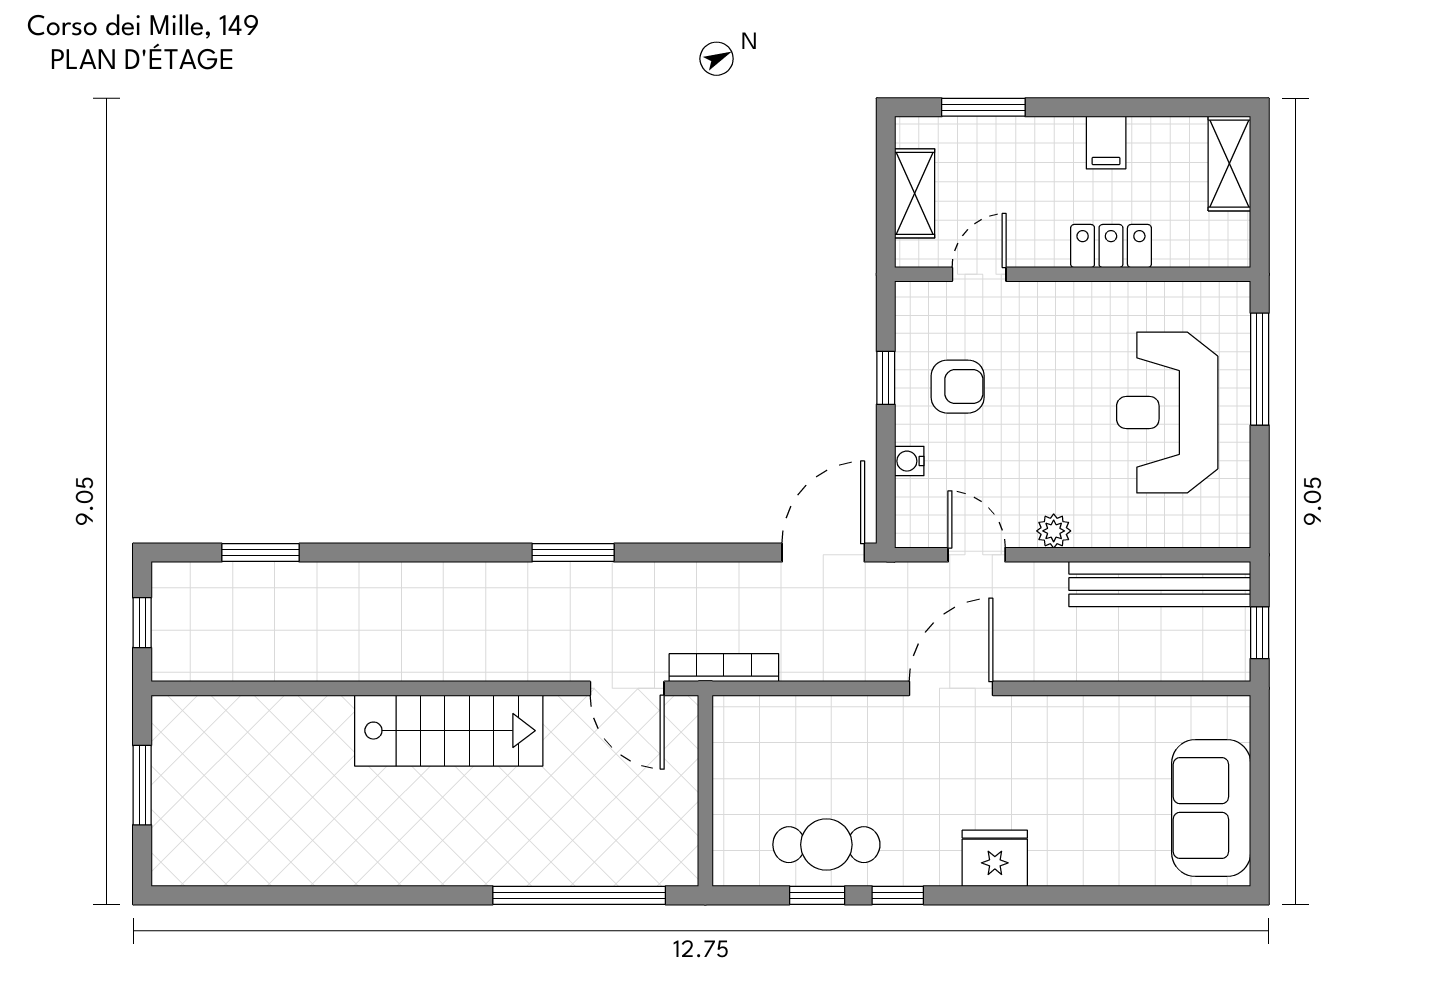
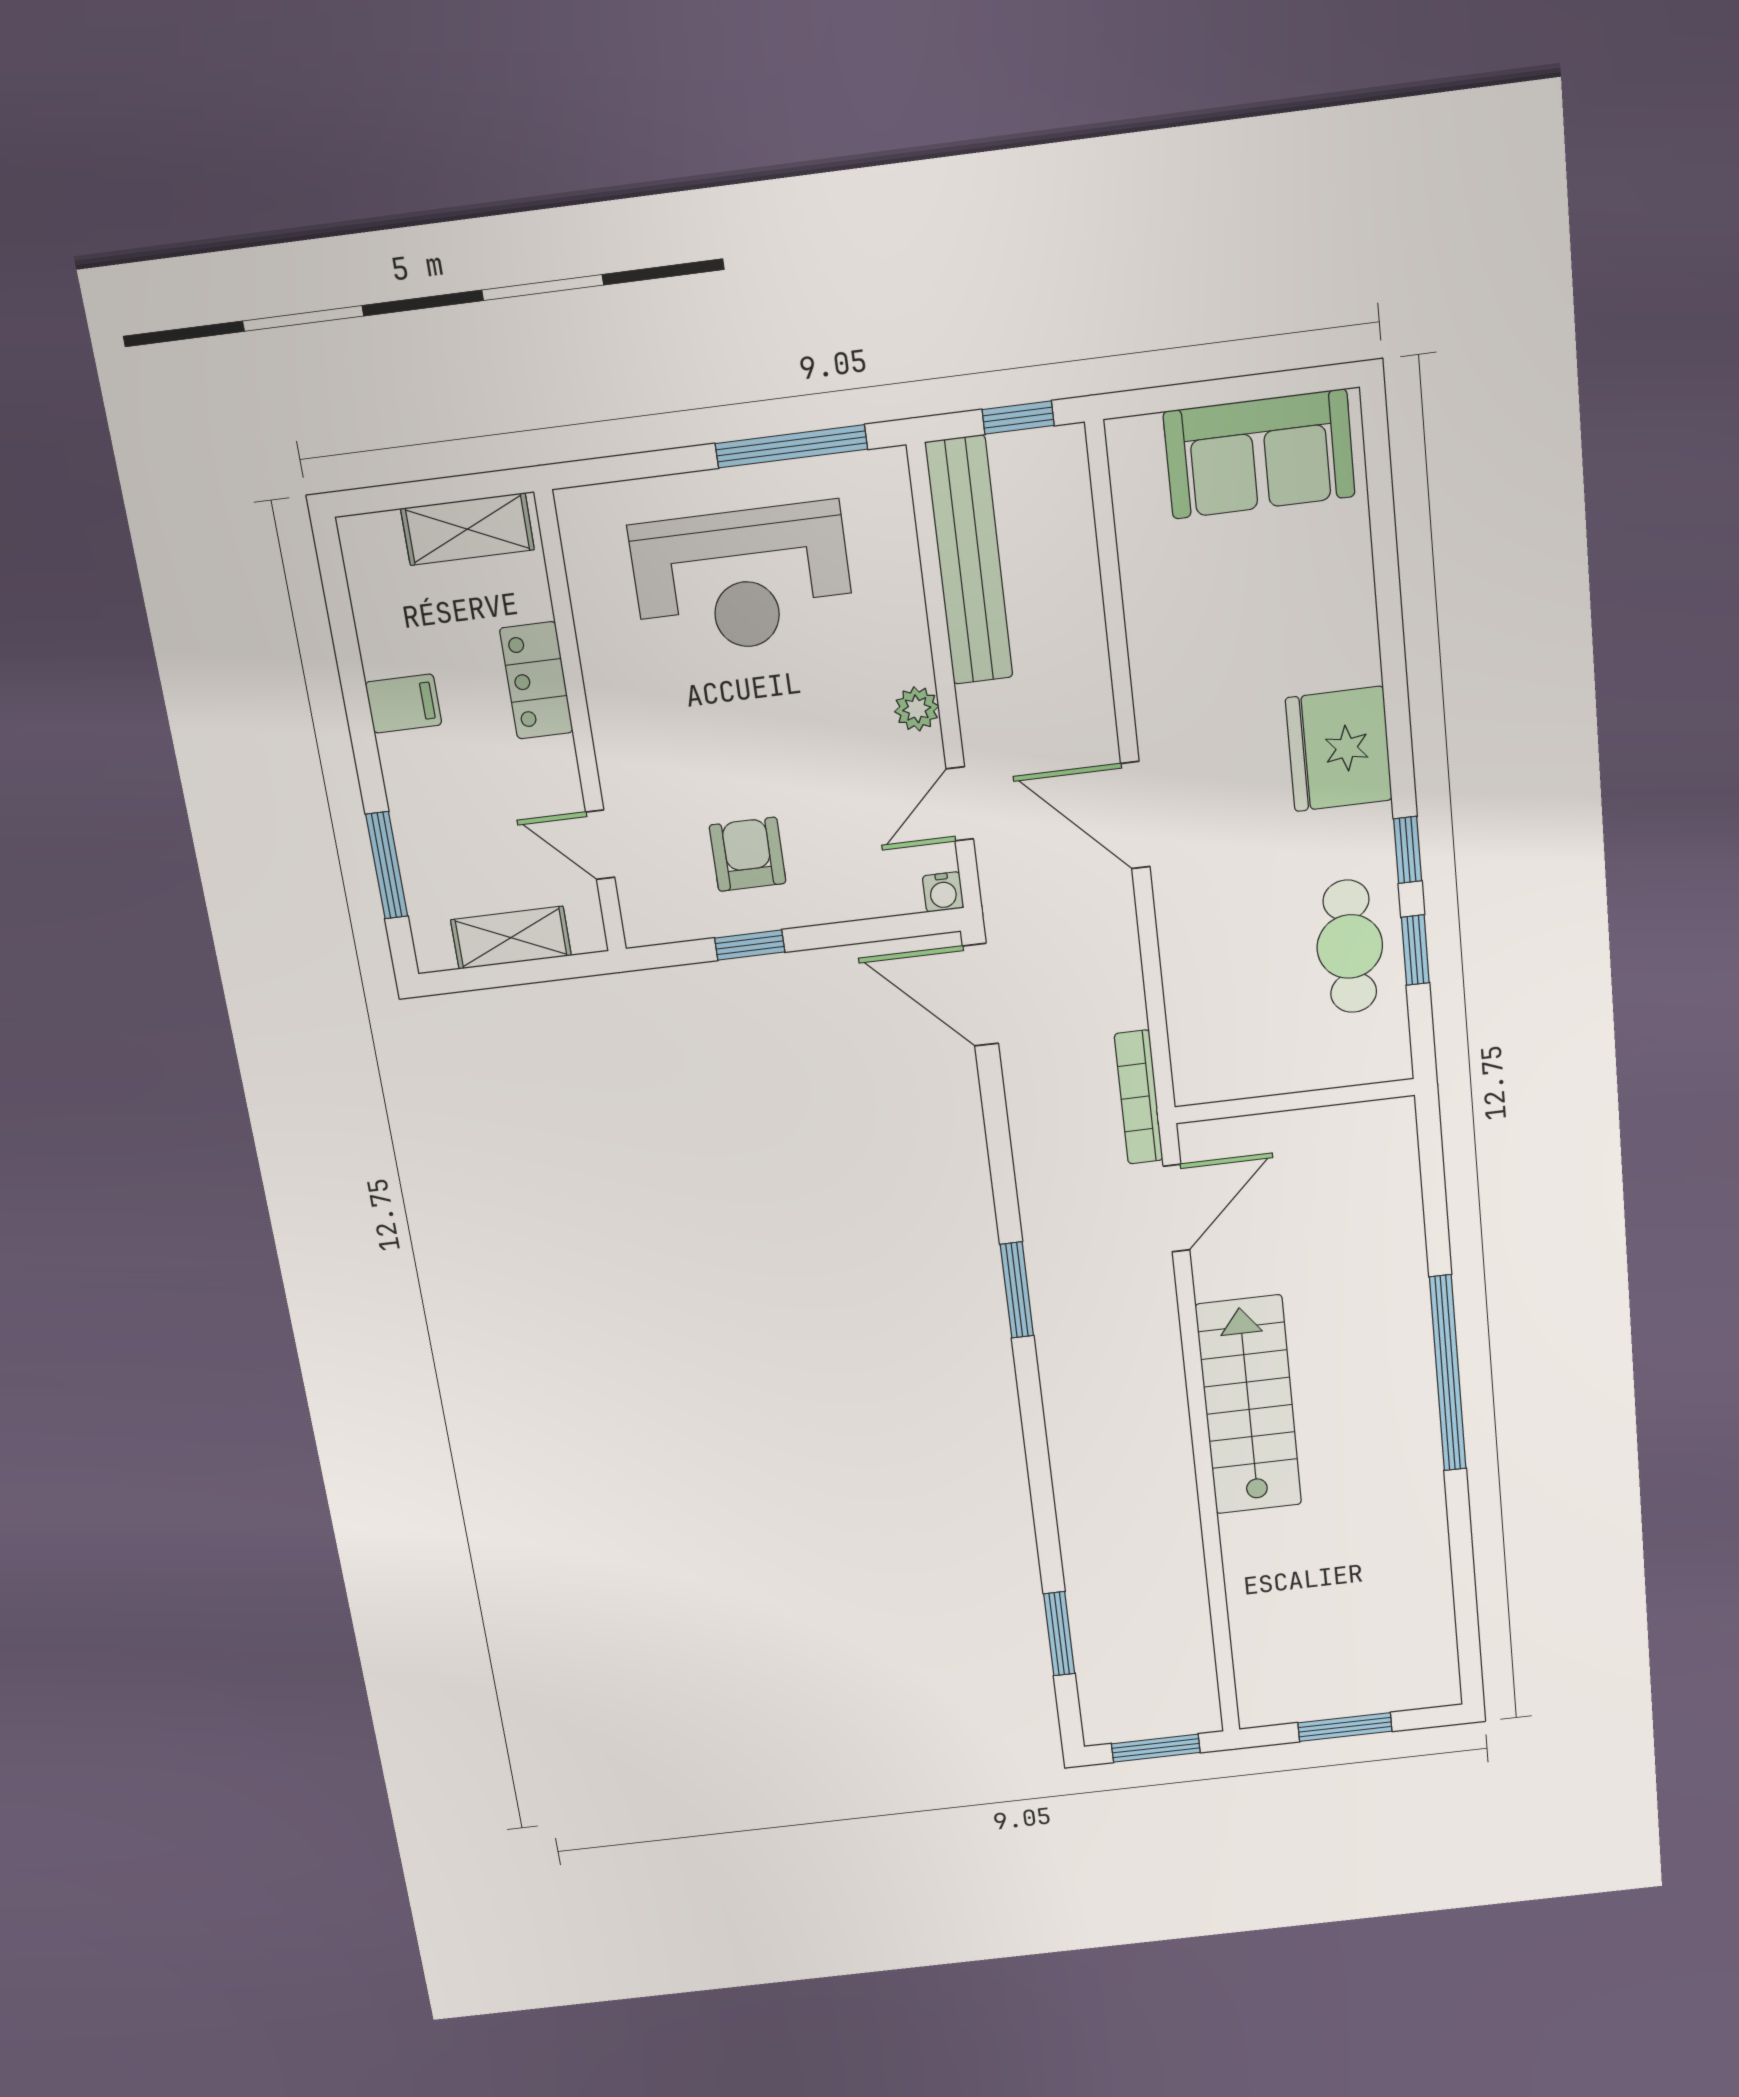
shelving: (1229, 164) -> (468, 529), moved
window: (1260, 369) -> (791, 446), moved
water cooler: (909, 461) -> (943, 892), moved
window: (142, 623) -> (1156, 1748), width x1.50
fridge: (995, 858) -> (1339, 749), width x1.36, depth x1.34
window: (579, 895) -> (1448, 1373), moved

